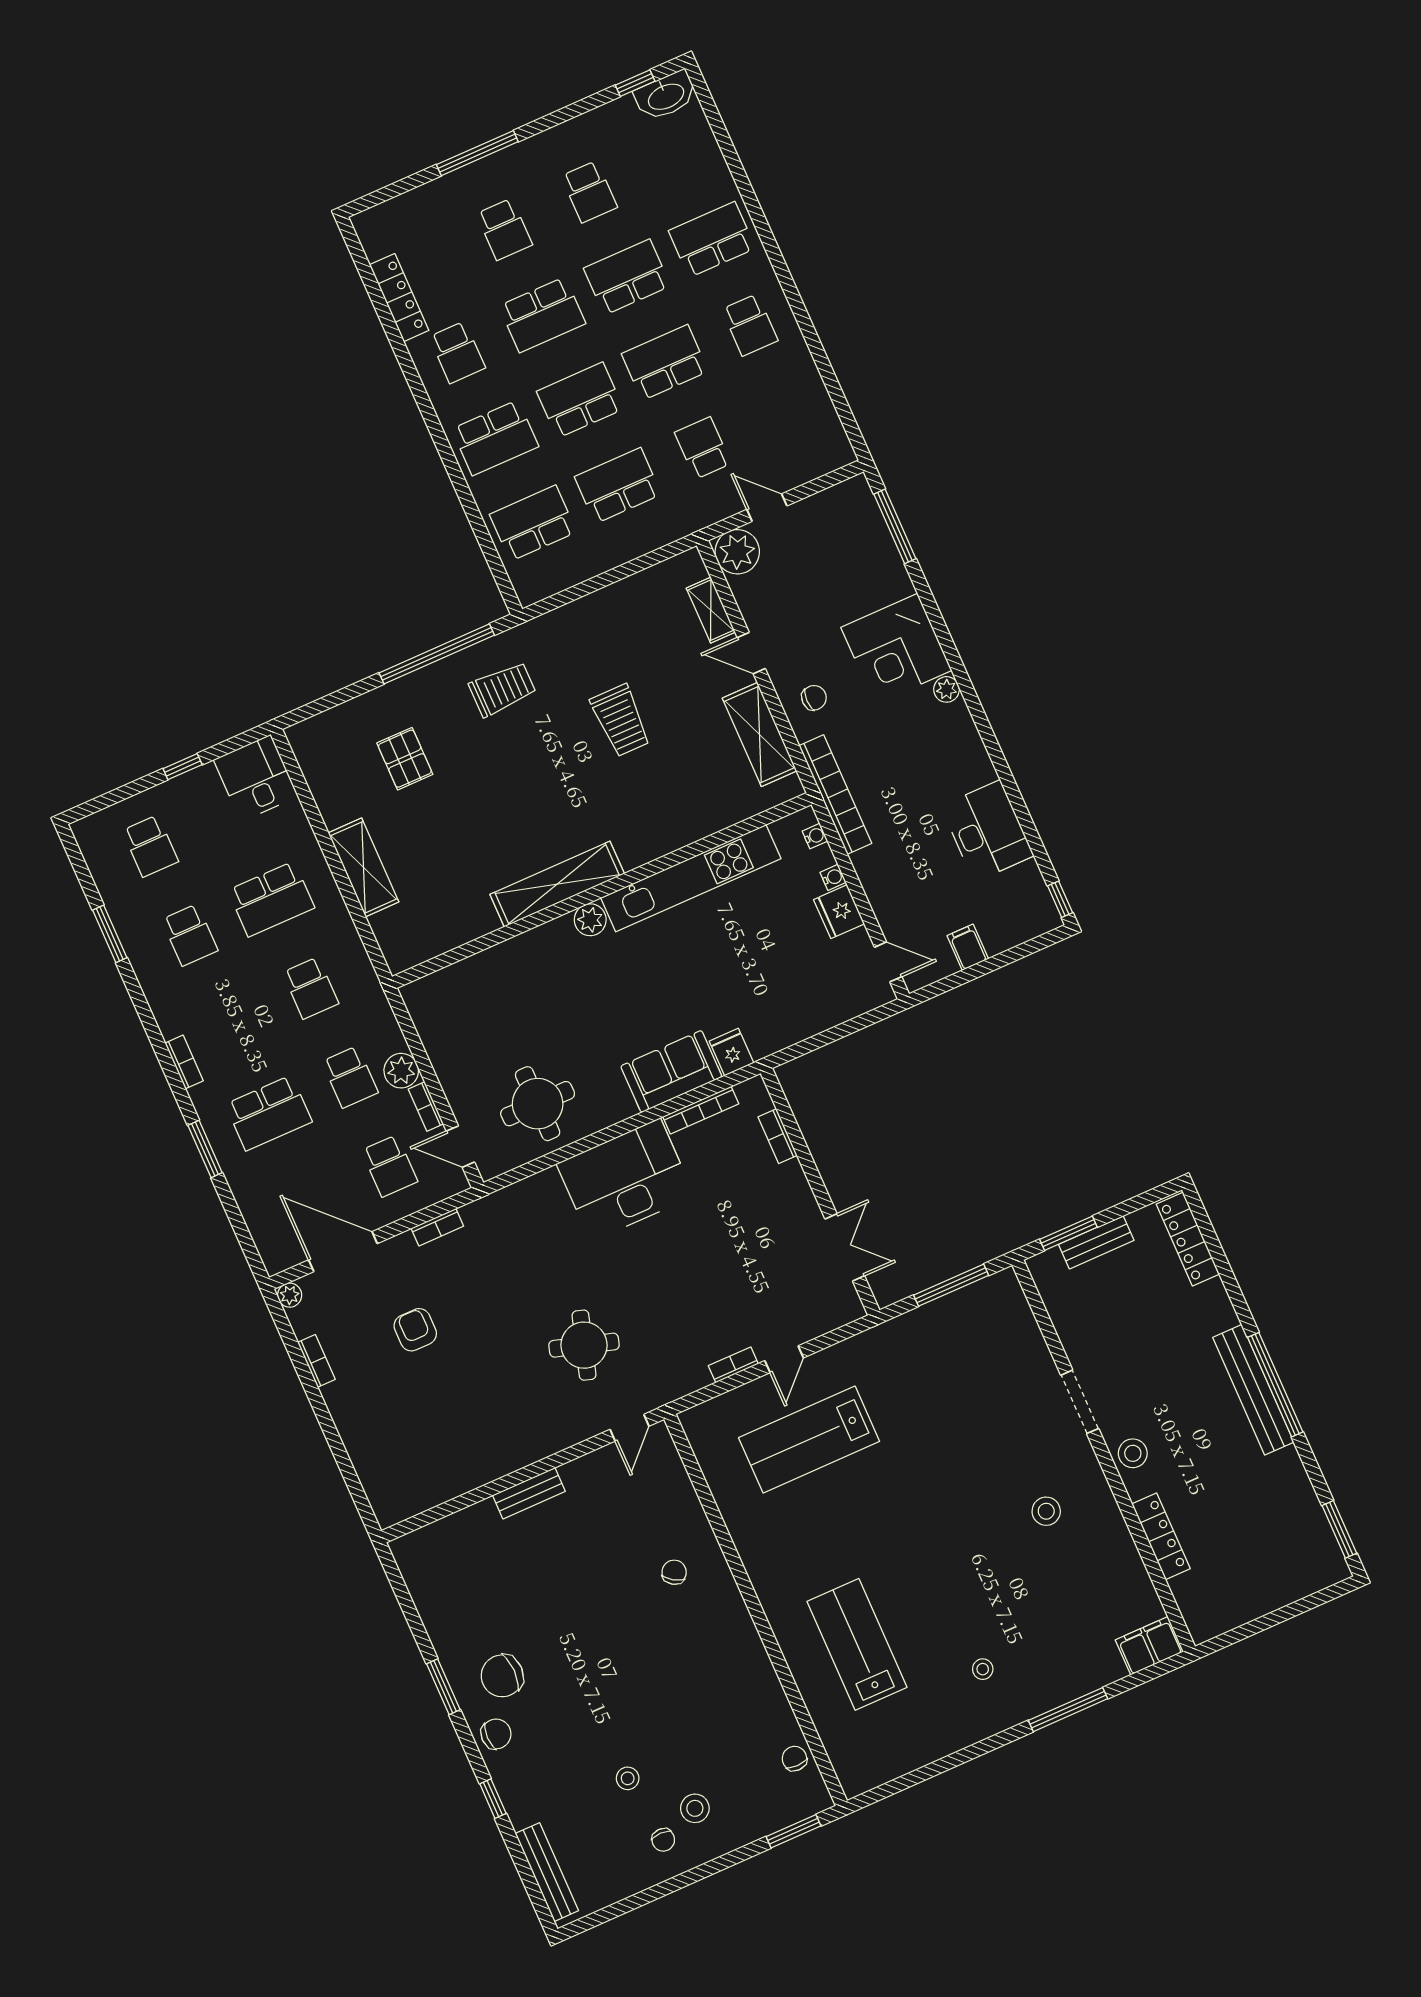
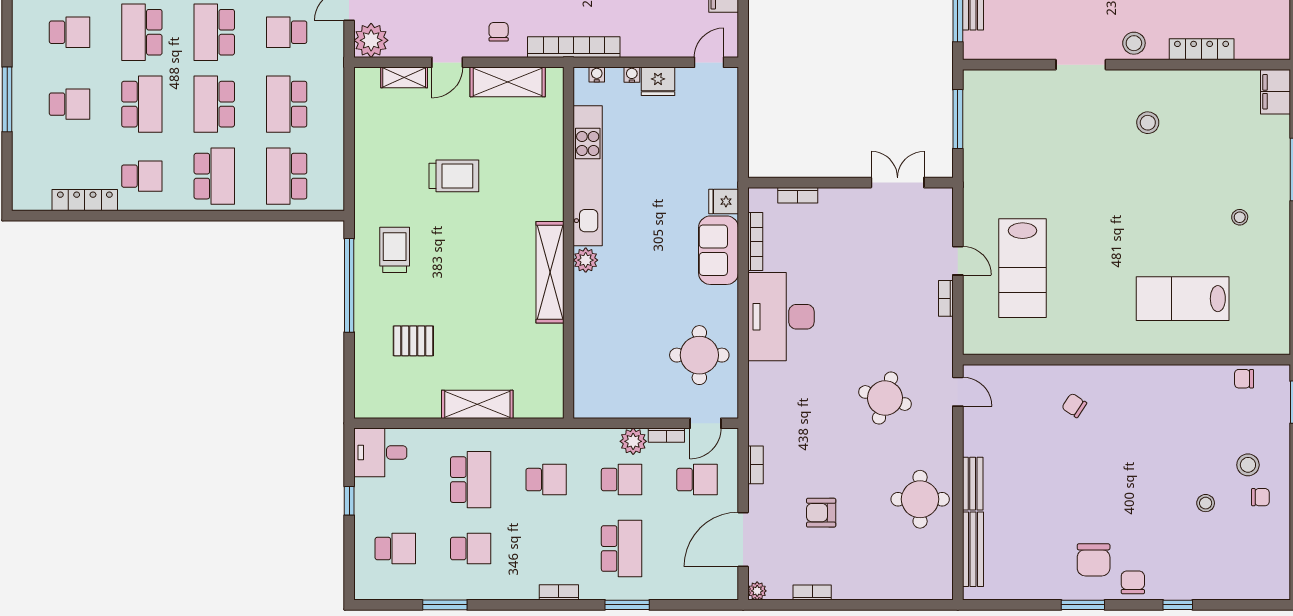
round table: (483, 1439) -> (920, 499), added
bench: (547, 1872) -> (973, 549), moved, turned 90

